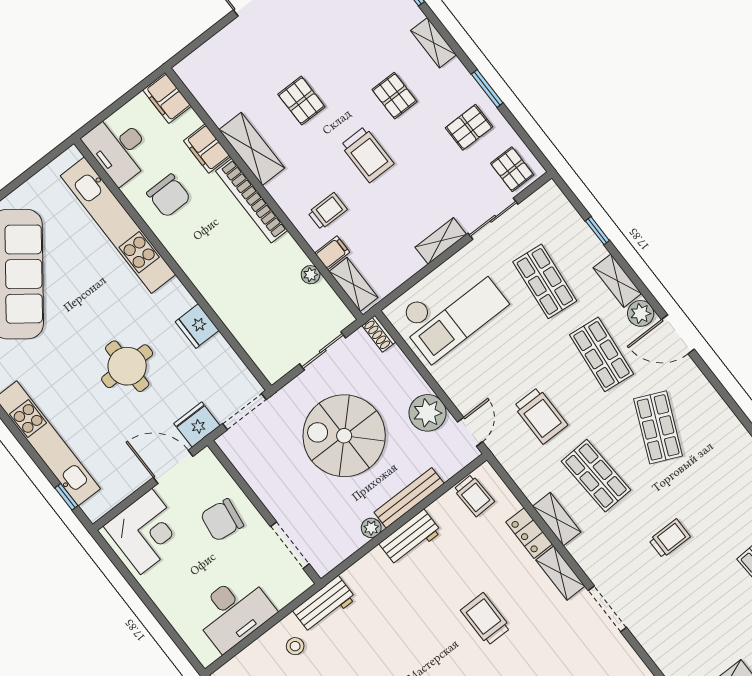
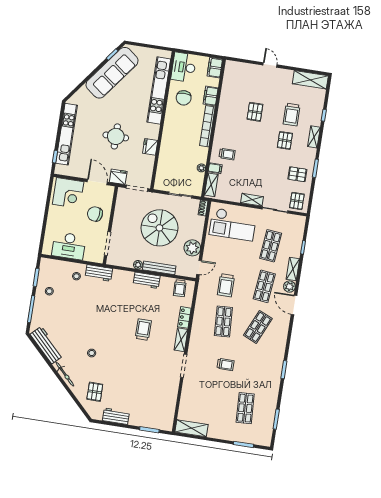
shelving: (252, 149) -> (224, 111), removed
trolley: (367, 154) -> (292, 115), moved
shelving: (557, 519) -> (197, 322), removed

